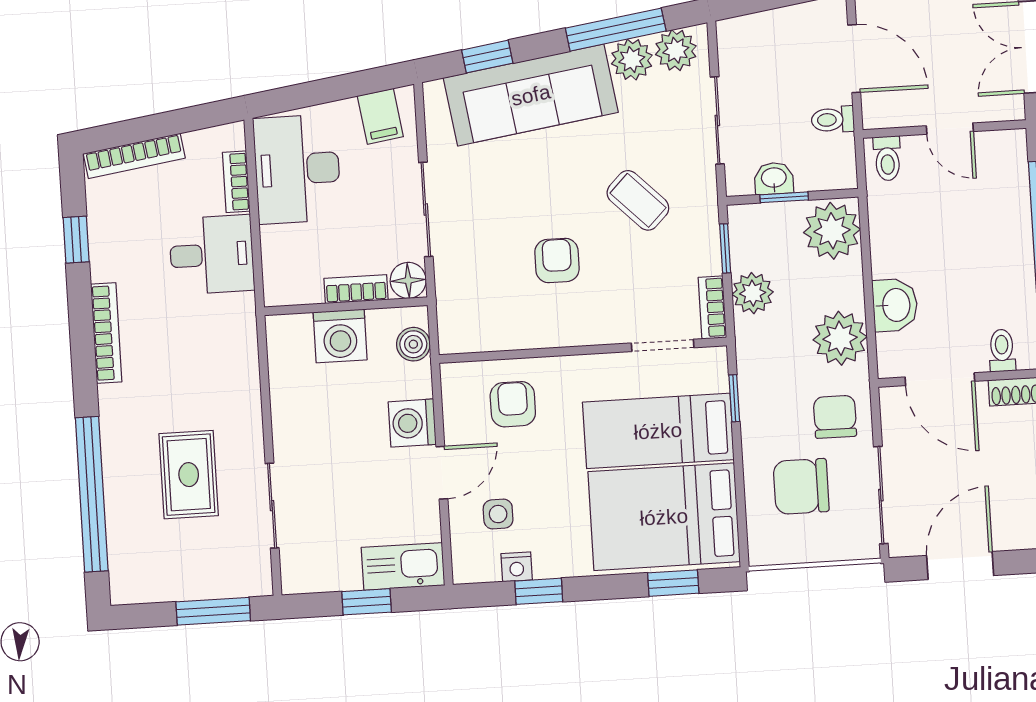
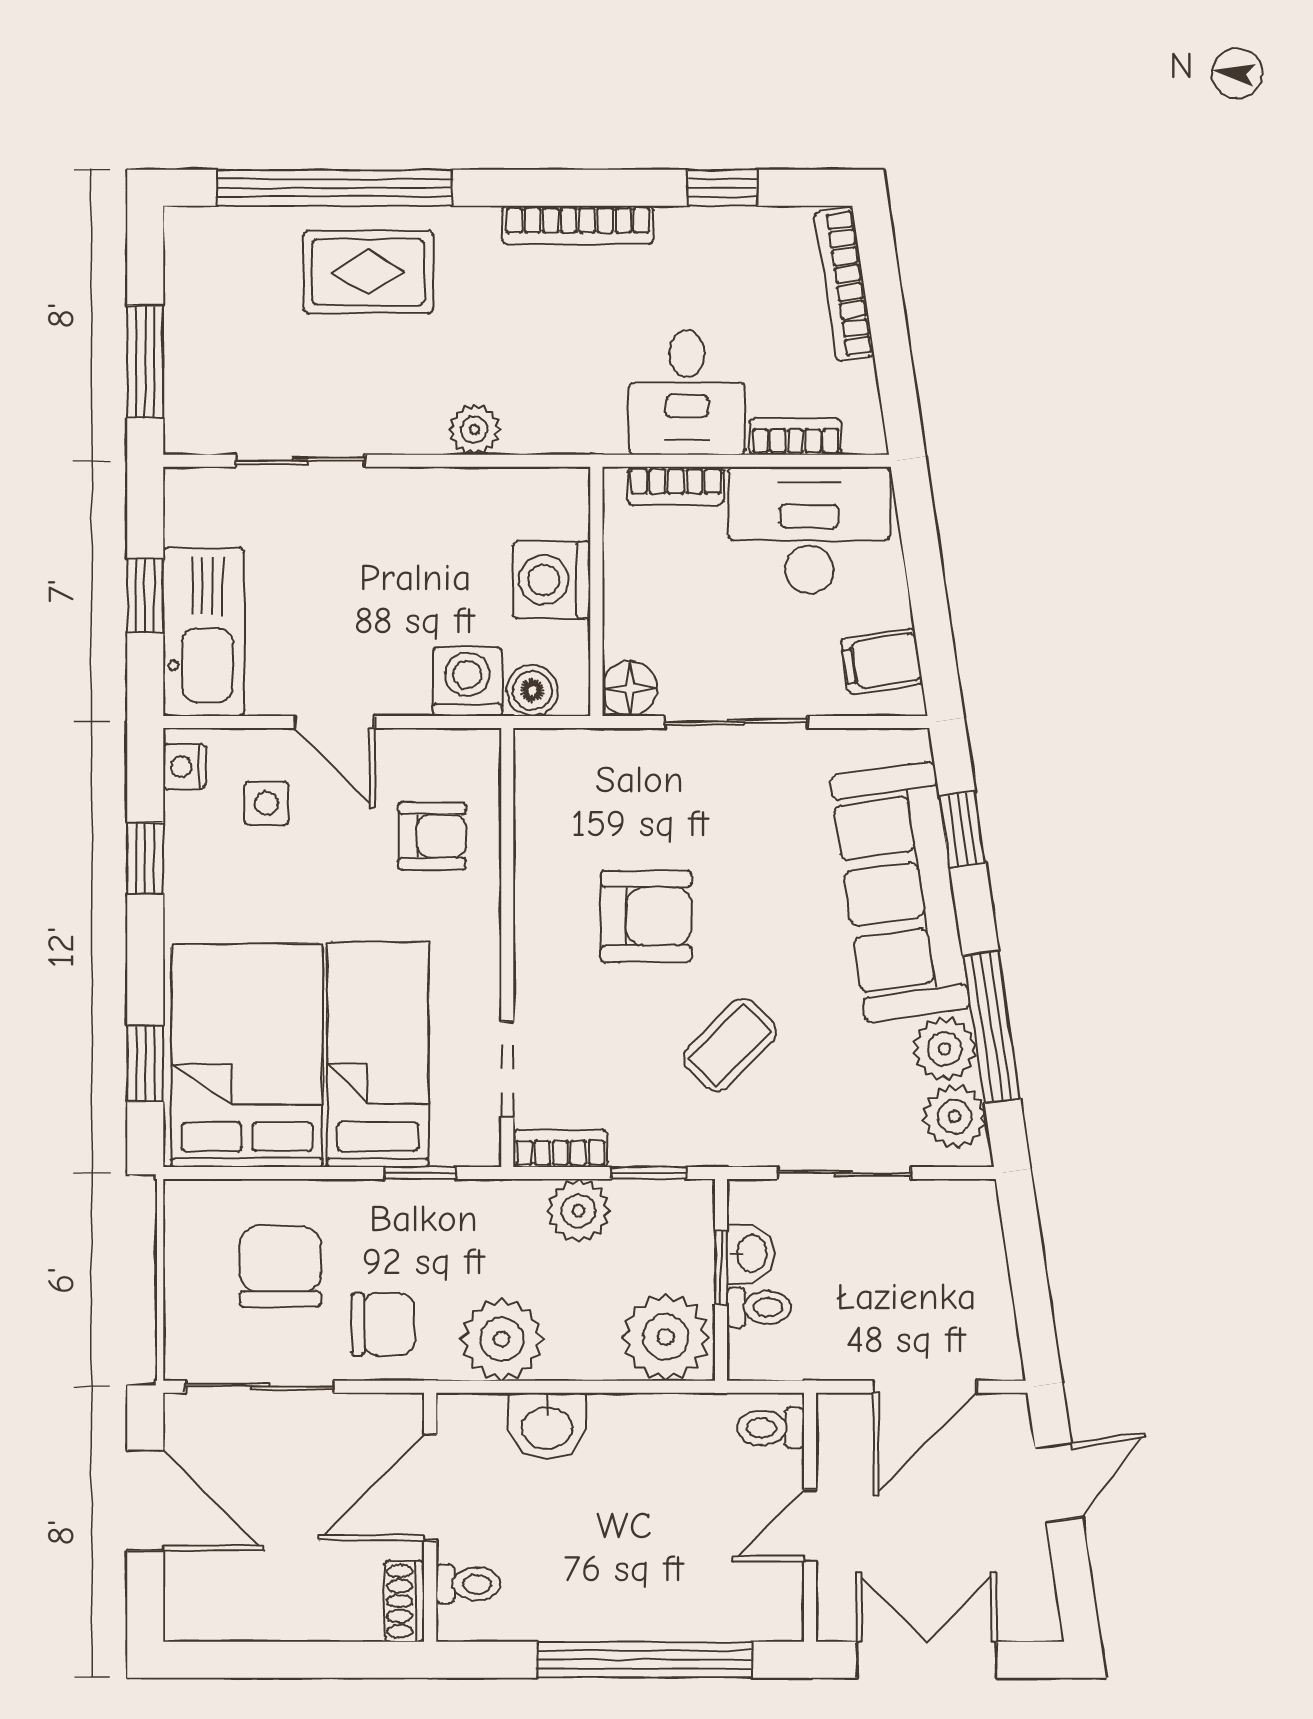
toilet: (833, 120) -> (759, 1307), moved, turned 90
armchair: (557, 261) -> (646, 916), width x1.38, depth x1.38
bookcase: (356, 289) -> (676, 486), moved, turned 90
plant: (245, 393) -> (474, 430), added
washing machine: (412, 423) -> (467, 681), moved
rug: (189, 475) -> (368, 272), moved
kitchen sink: (403, 566) -> (204, 632), width x1.36, depth x1.24
nightstand: (517, 567) -> (184, 767), moved

